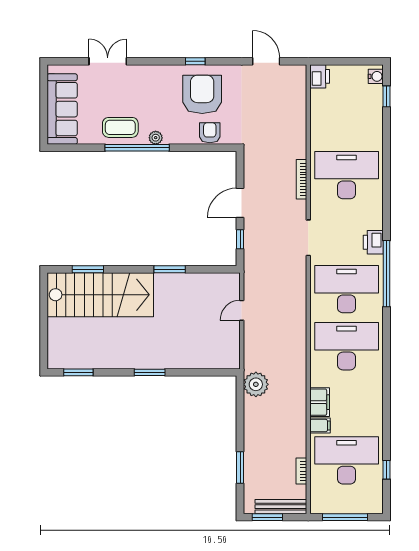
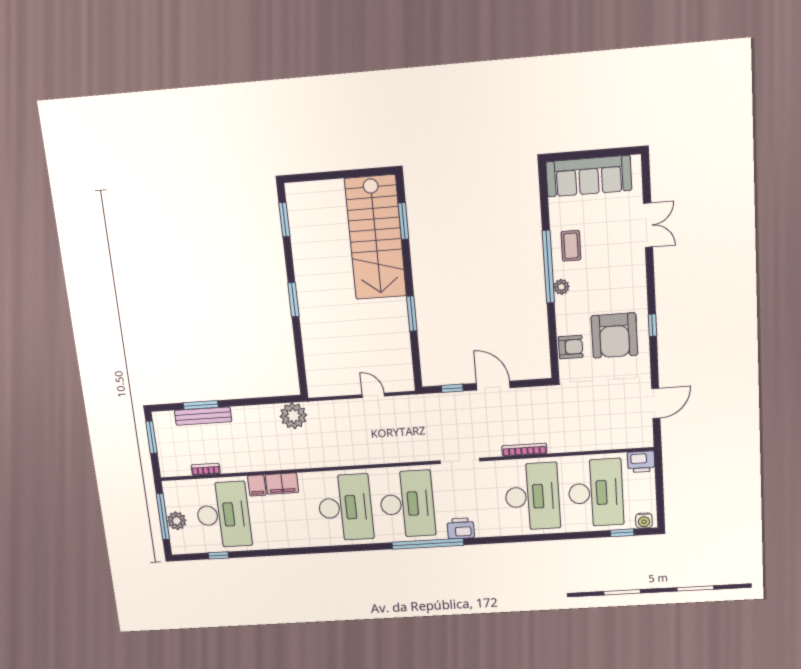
armchair: (202, 94) -> (614, 335), turned 90
desk: (347, 118) -> (596, 493), added
coffee table: (120, 127) -> (571, 246), width x0.73, depth x0.77
plant: (350, 505) -> (177, 521), added
bench: (281, 507) -> (203, 416), moved, turned 90

